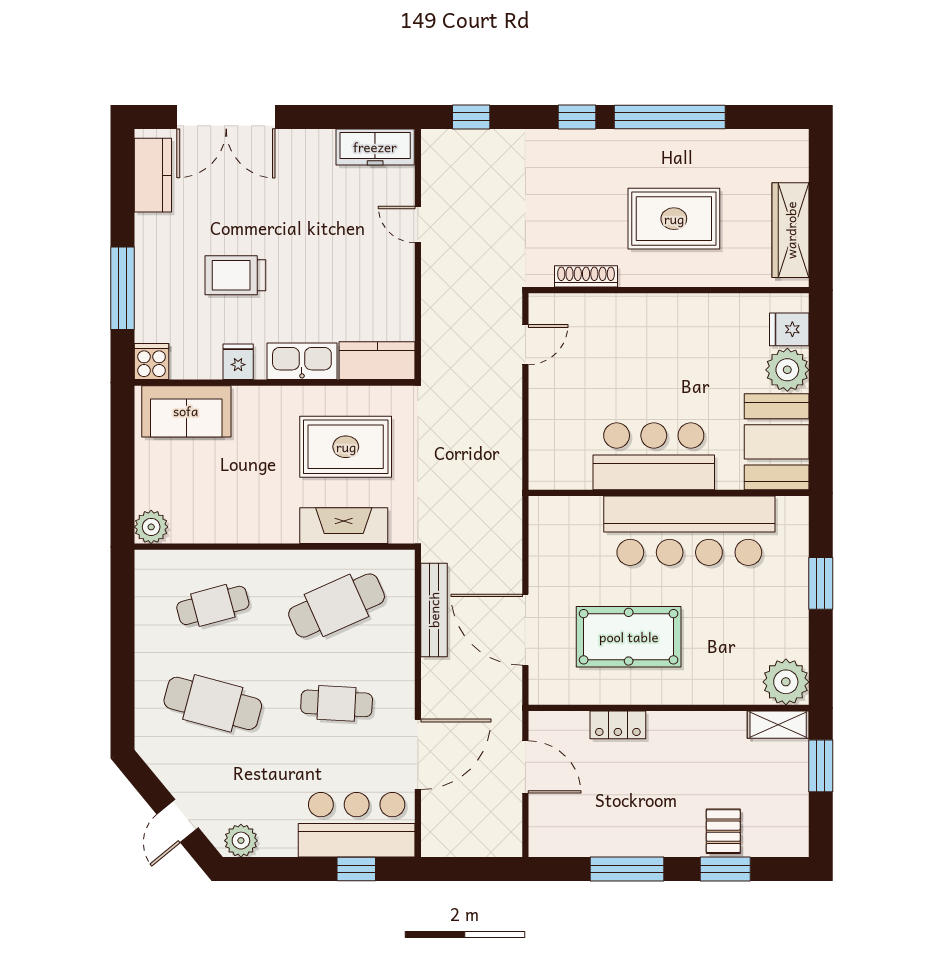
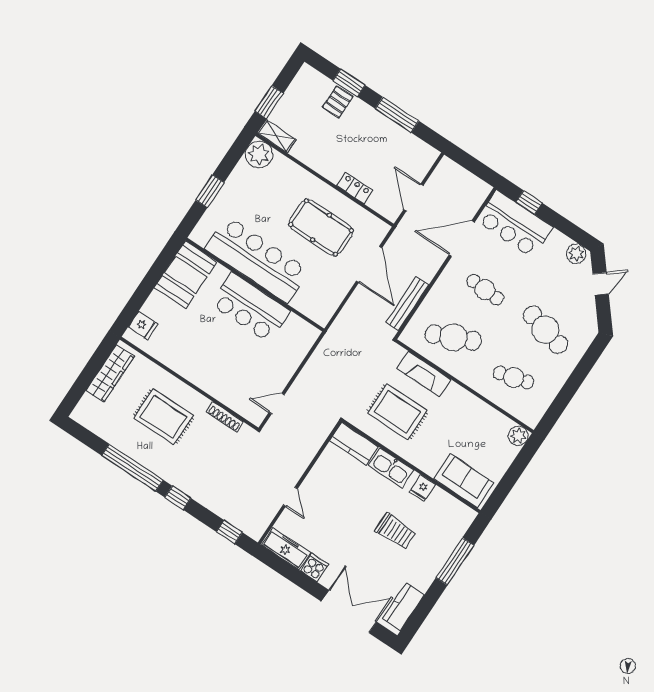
cooker: (152, 362) -> (314, 567), moved, turned 180
plant: (787, 370) -> (157, 306), removed

